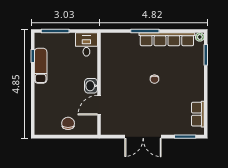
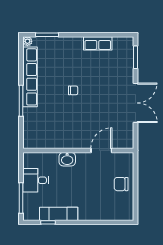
desk: (86, 44) -> (36, 180), moved
washbasin: (91, 86) -> (67, 159), moved
door: (99, 105) -> (101, 150), swing flipped
row of seats: (198, 114) -> (98, 43), moved

